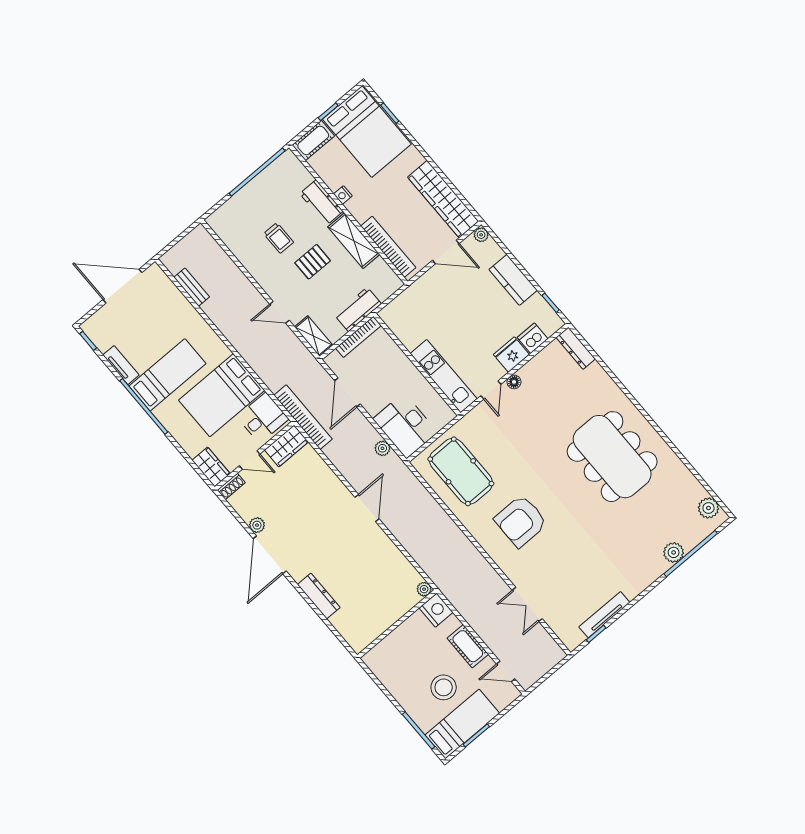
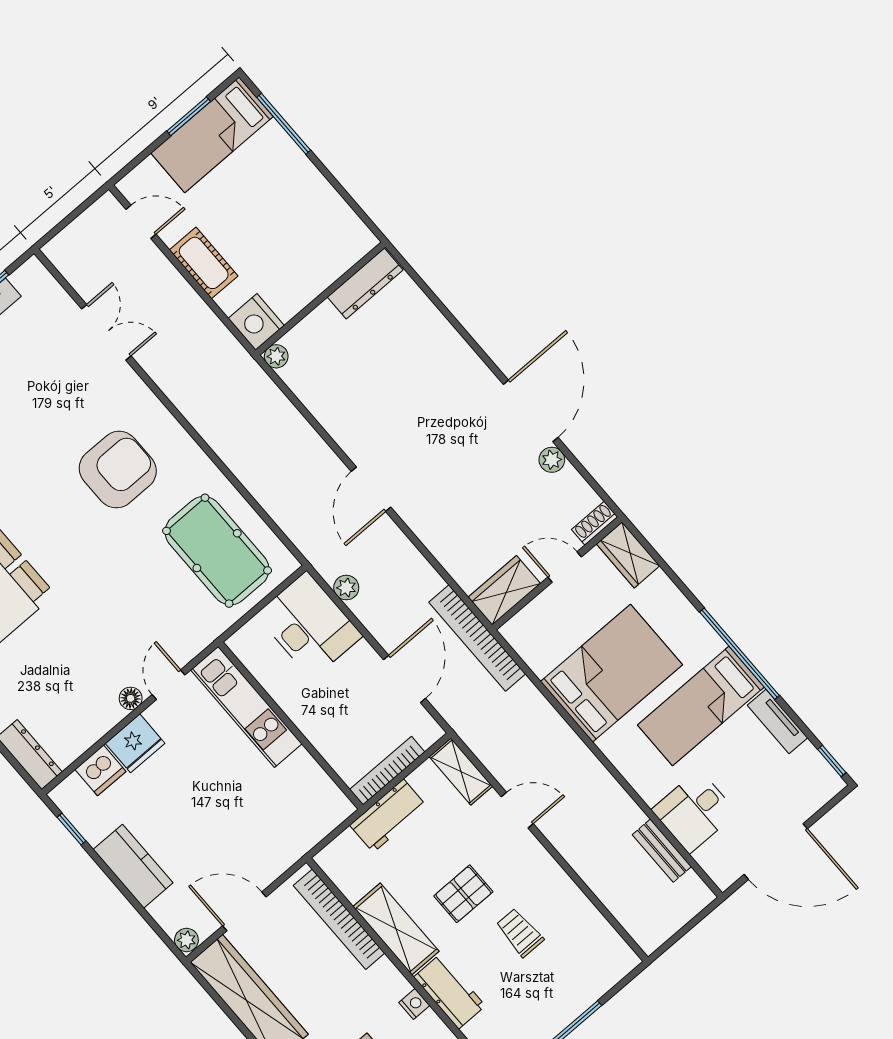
desk: (263, 418) -> (694, 811), moved
dresser: (319, 596) -> (365, 284), moved, turned -90
stool: (444, 687) -> (243, 195), removed

